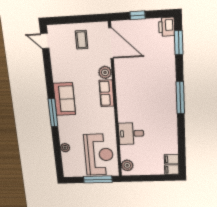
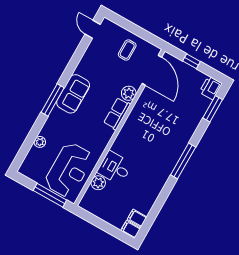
plant: (127, 165) -> (98, 183), moved

